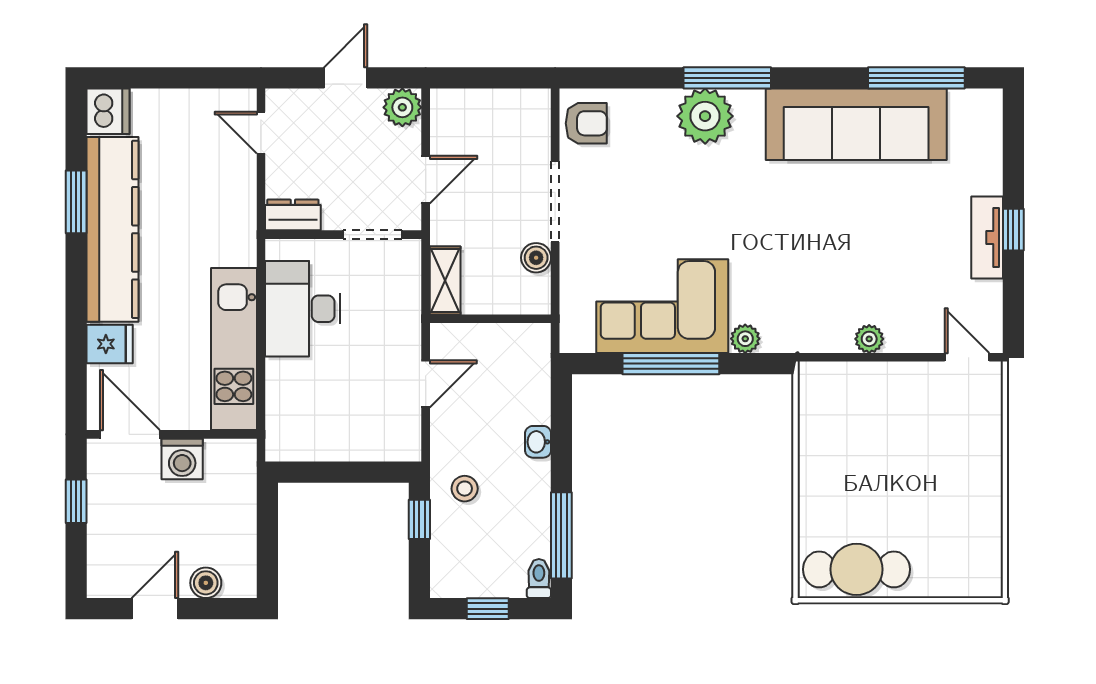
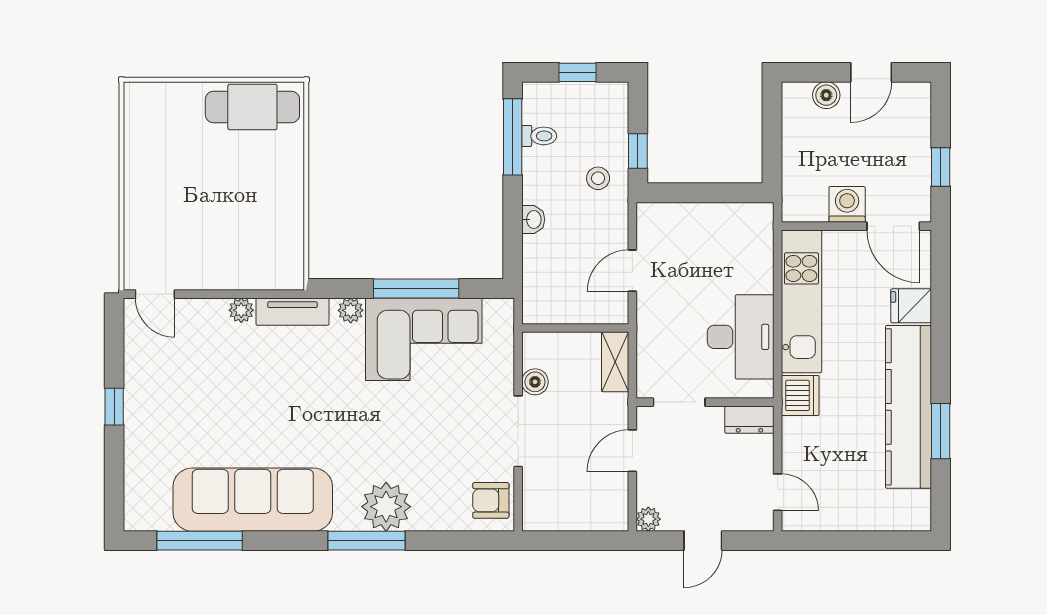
plant: (402, 107) -> (648, 519), width x0.73, depth x0.73
dishwasher: (108, 111) -> (800, 395), moved, turned 180
tv unit: (987, 237) -> (292, 312), moved, turned 90
toilet: (539, 579) -> (539, 136), moved, turned -90

